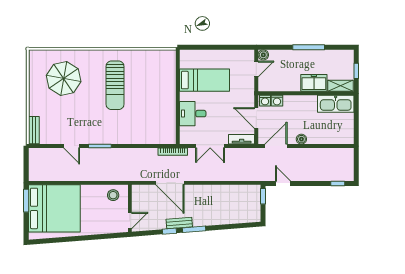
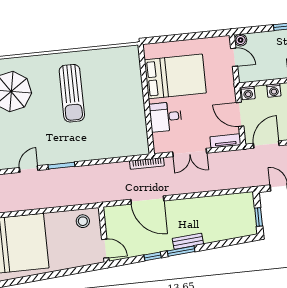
door: (256, 69) -> (234, 57), hinge flipped
bed: (205, 80) -> (175, 76), width x1.50
washing machine: (277, 101) -> (274, 90), moved
door: (72, 146) -> (29, 169), swing flipped
window: (263, 196) -> (259, 217), moved
door: (130, 220) -> (105, 249), hinge flipped
bench: (179, 223) -> (188, 241), moved

